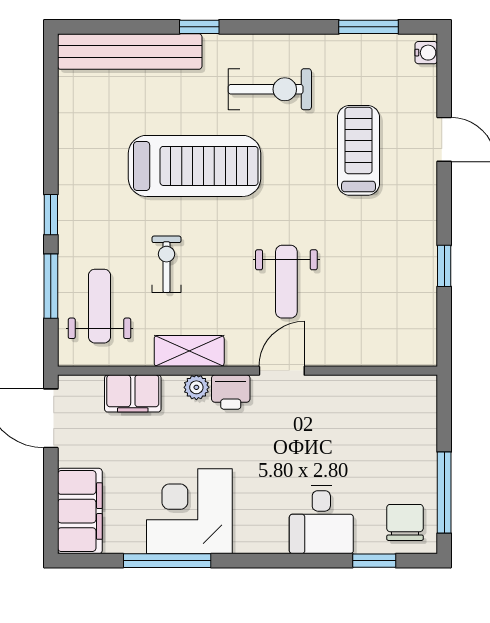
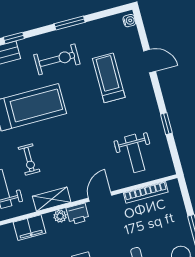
window: (369, 27) -> (70, 23), moved
exercise bike: (166, 264) -> (29, 159), turned 180
weight bench: (286, 282) -> (135, 153), moved
bookcase: (371, 386) -> (146, 192), added

